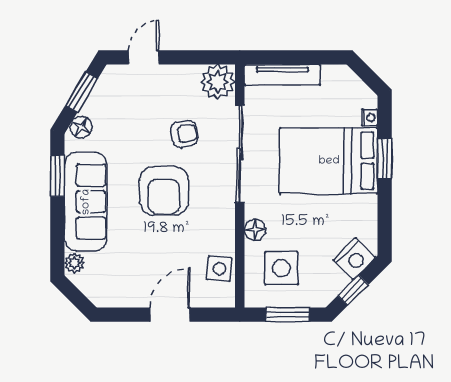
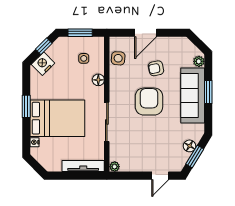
plant: (218, 82) -> (115, 167), width x0.53, depth x0.53
floor lamp: (81, 127) -> (190, 146), moved
armchair: (184, 134) -> (156, 68), moved
sliding door: (240, 154) -> (107, 122), width x0.73
window: (385, 159) -> (26, 106), moved
window: (57, 176) -> (208, 92), moved
side table: (281, 268) -> (84, 58), width x0.54, depth x0.54

